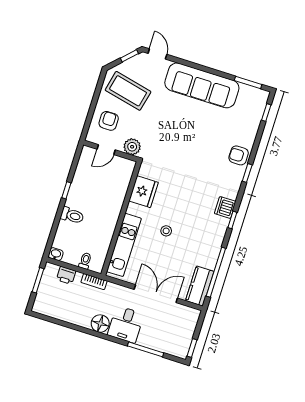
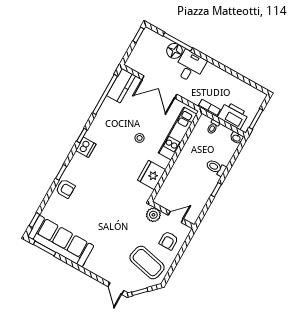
sofa: (202, 85) -> (61, 241), moved
printer: (66, 275) -> (233, 116), width x1.87, depth x1.48
floor lamp: (100, 324) -> (174, 51), moved

